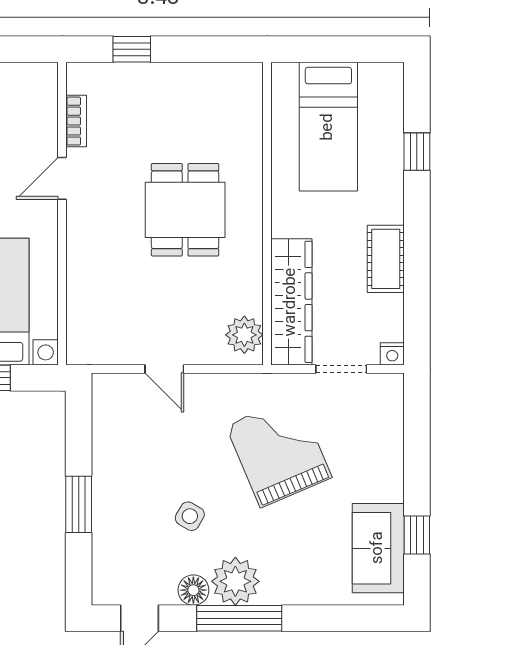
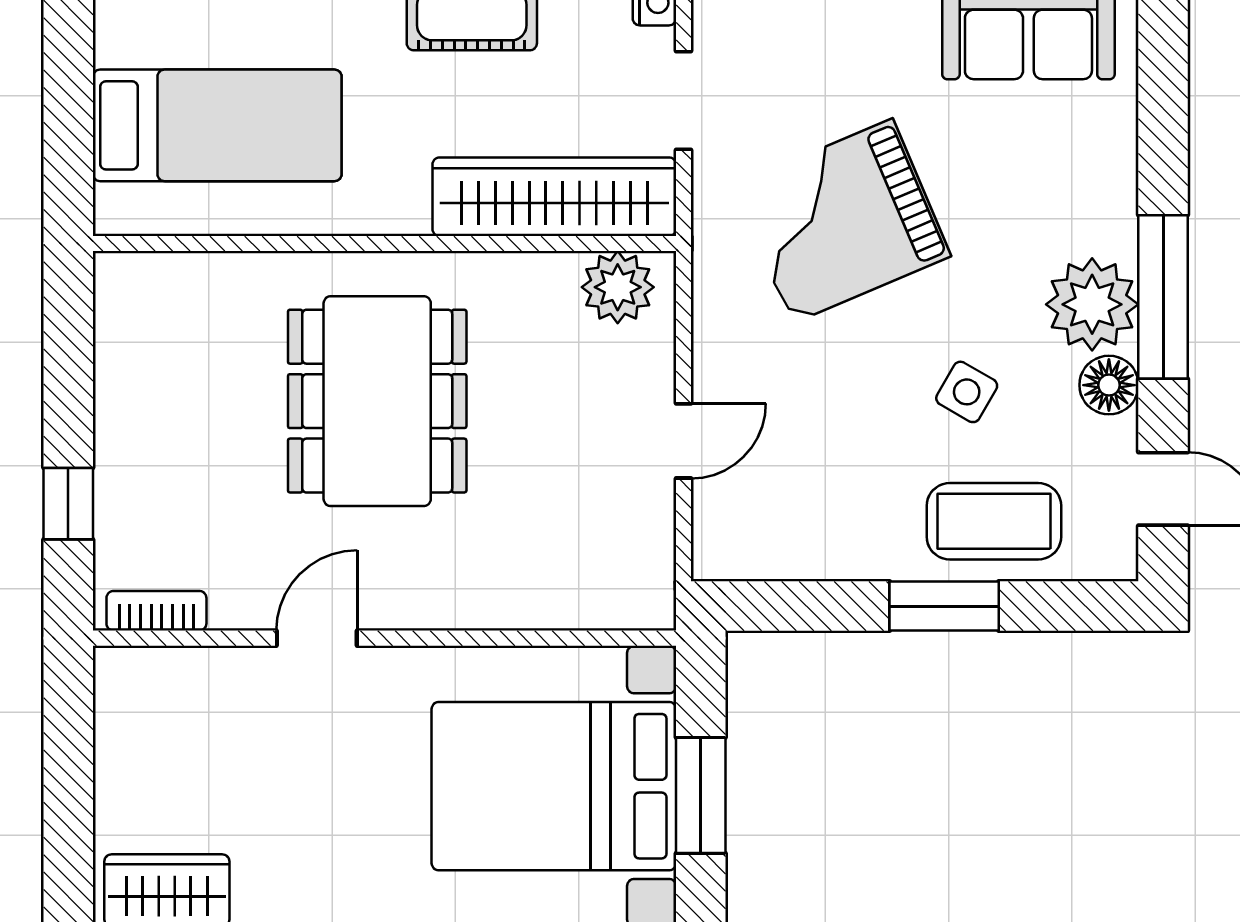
bookcase: (76, 121) -> (156, 611), moved
door: (62, 178) -> (317, 638), swing flipped
dining table: (185, 210) -> (377, 401), width x1.38
coffee table: (123, 530) -> (994, 521), added

